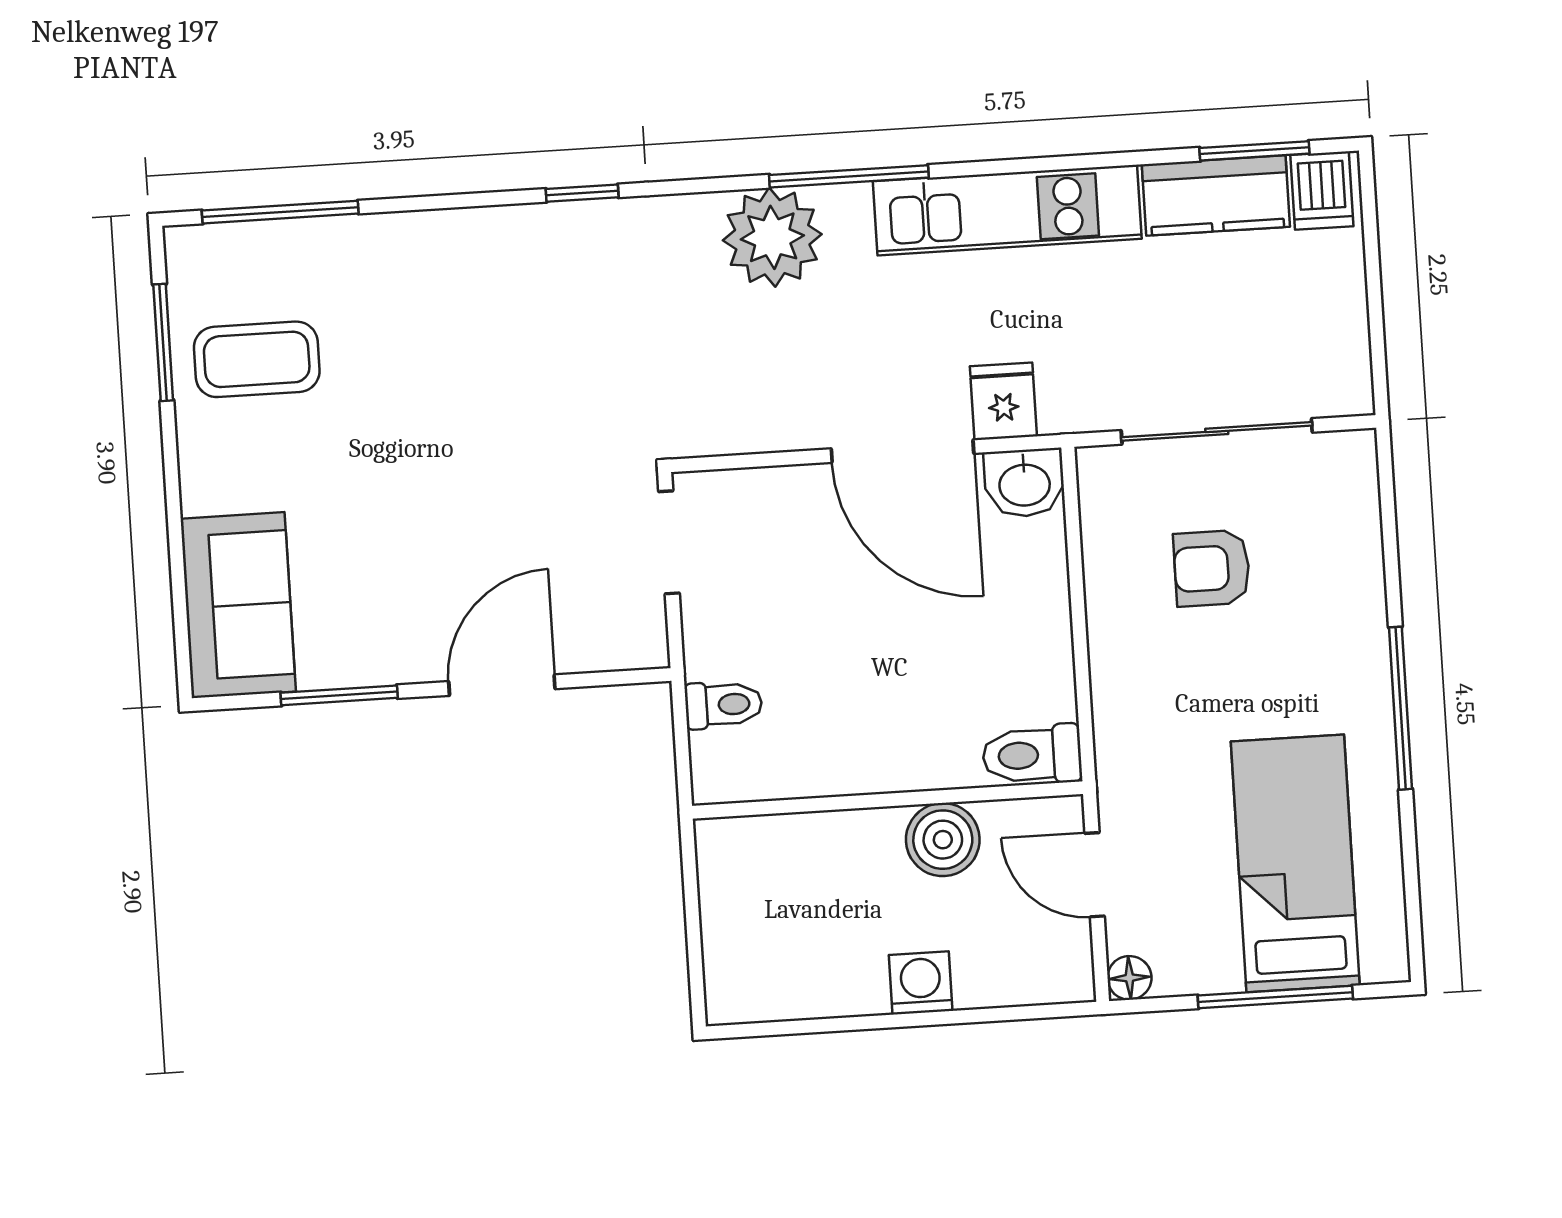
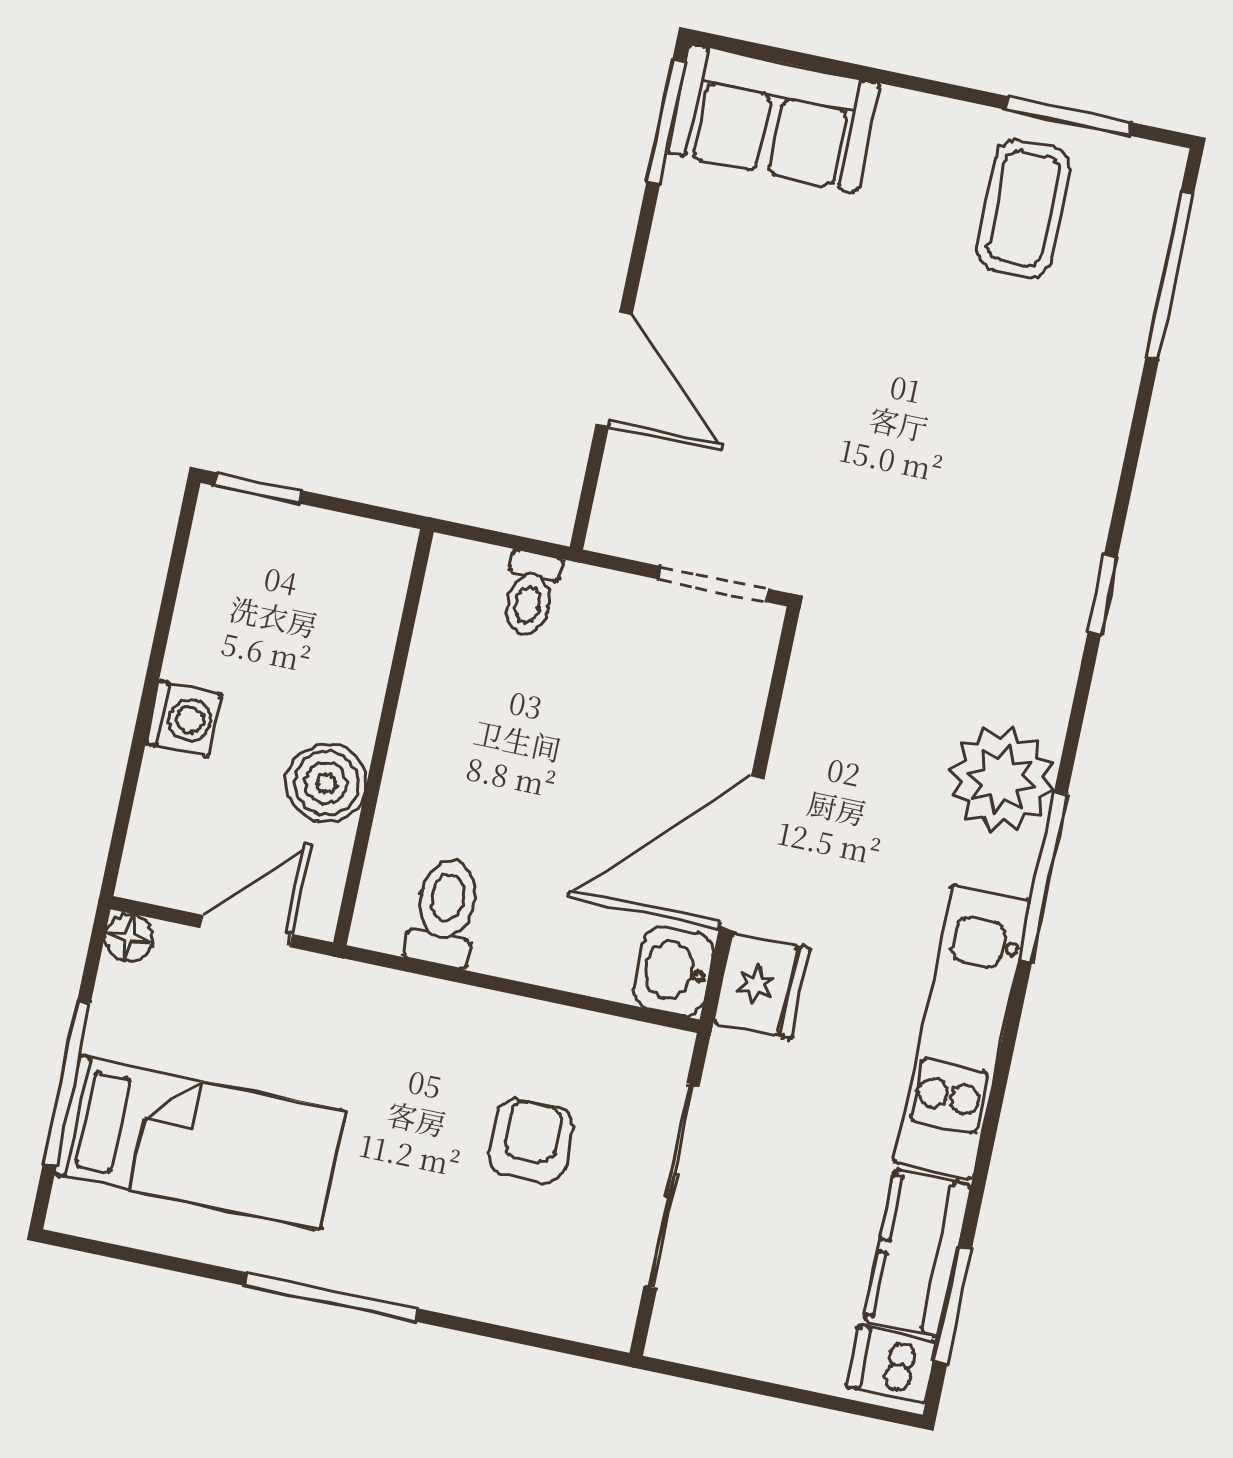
fridge: (1003, 401) -> (762, 985), width x1.38
window: (339, 695) -> (666, 121), moved
toilet: (1032, 755) -> (445, 912), moved
window: (696, 973) -> (258, 488), added

